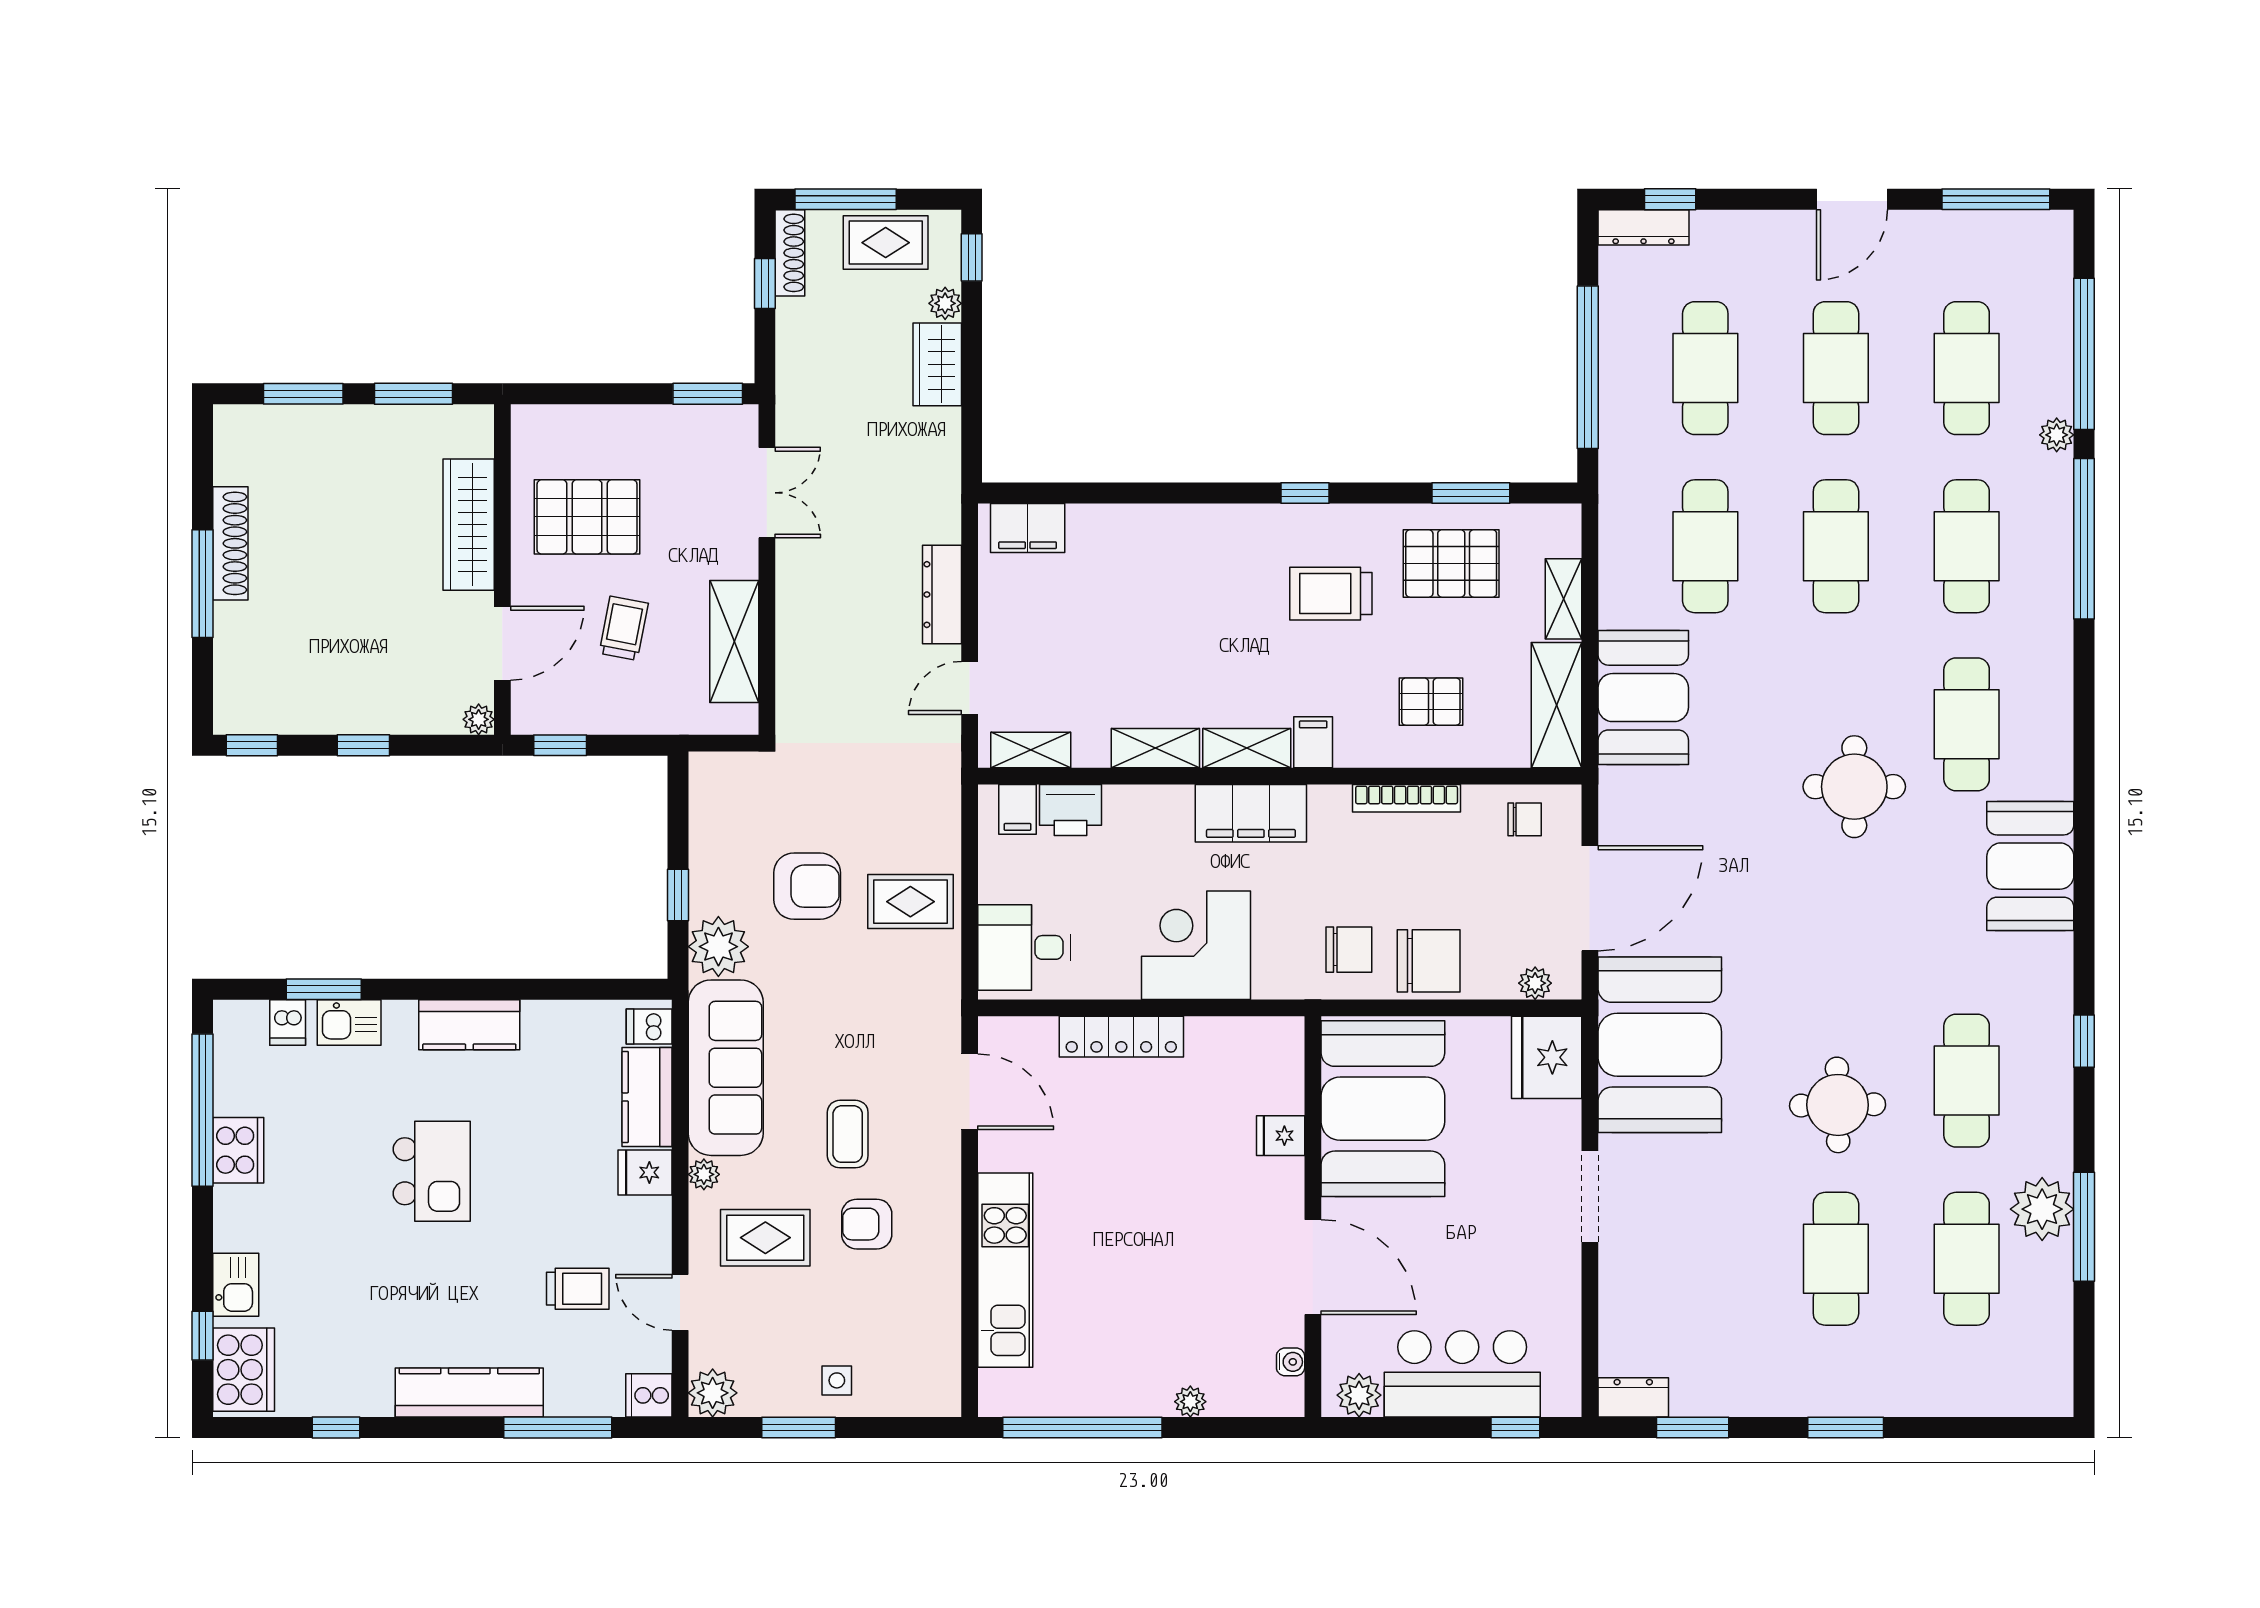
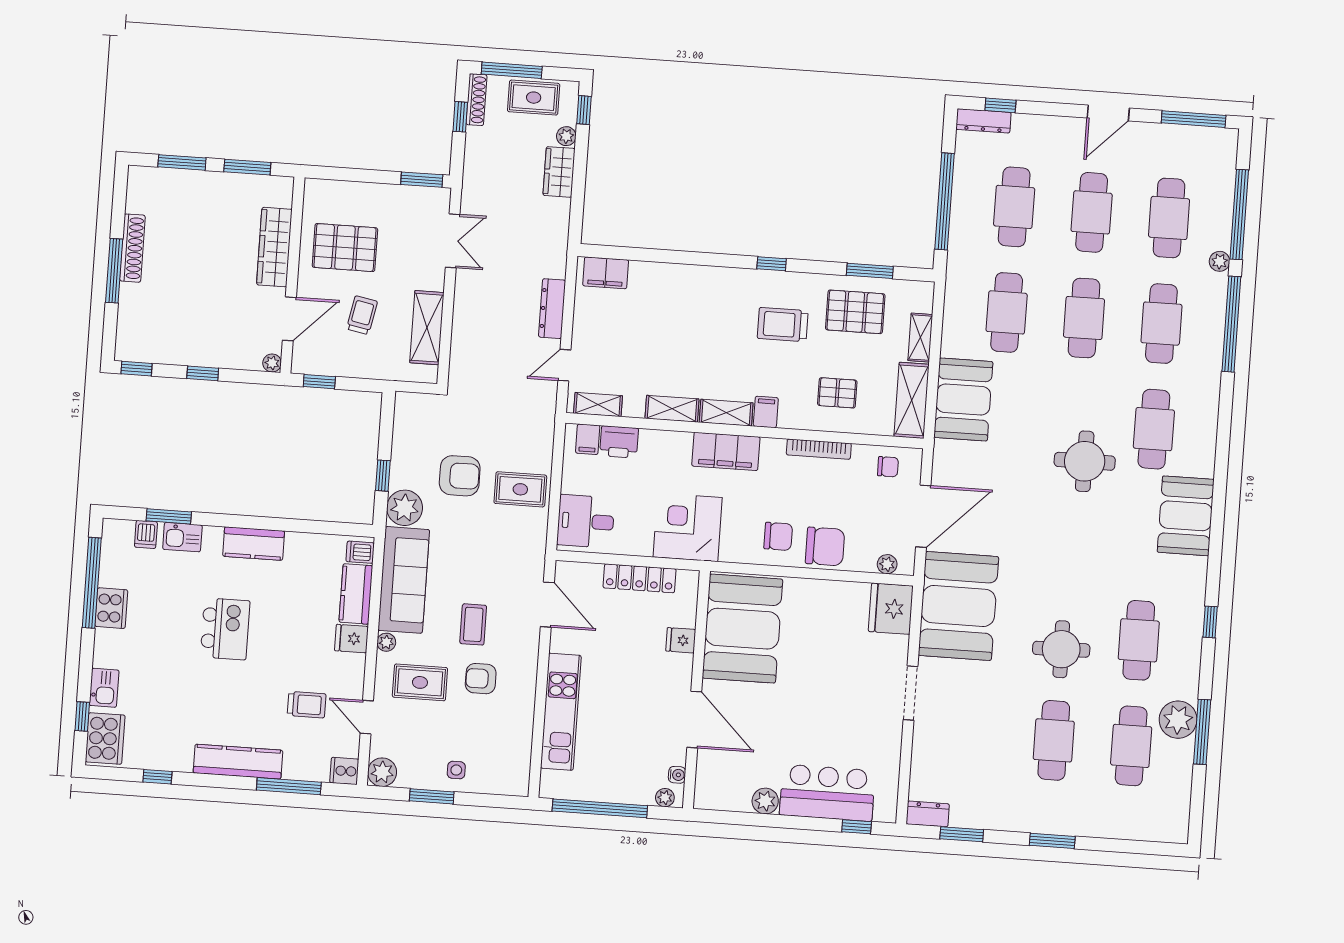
booth: (1383, 1109) -> (742, 629), moved
fridge: (1281, 1136) -> (681, 640), moved
wall: (1313, 1217) -> (696, 690), moved
door: (1313, 1267) -> (694, 720), moved
water cooler: (1291, 1362) -> (677, 775), moved

